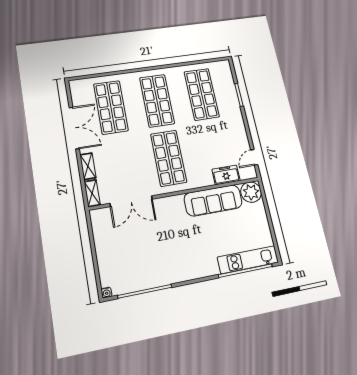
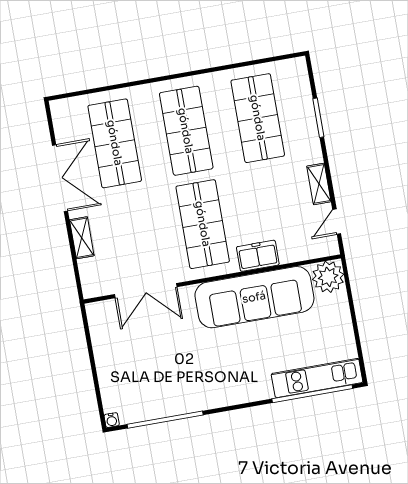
freezer: (226, 175) -> (258, 256), moved
shelving: (92, 193) -> (319, 184), moved
sofa: (213, 200) -> (254, 297), width x1.36, depth x1.27

